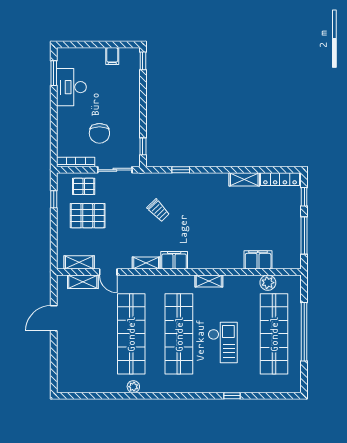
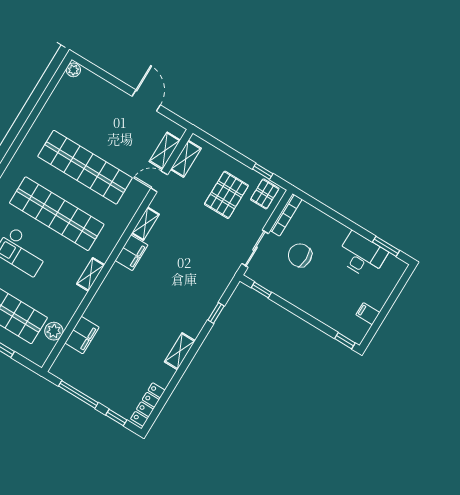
shelving: (244, 179) -> (180, 351), moved
pallet: (84, 186) -> (265, 194), moved
trolley: (158, 210) -> (190, 267), removed
plant: (133, 387) -> (73, 70), moved

